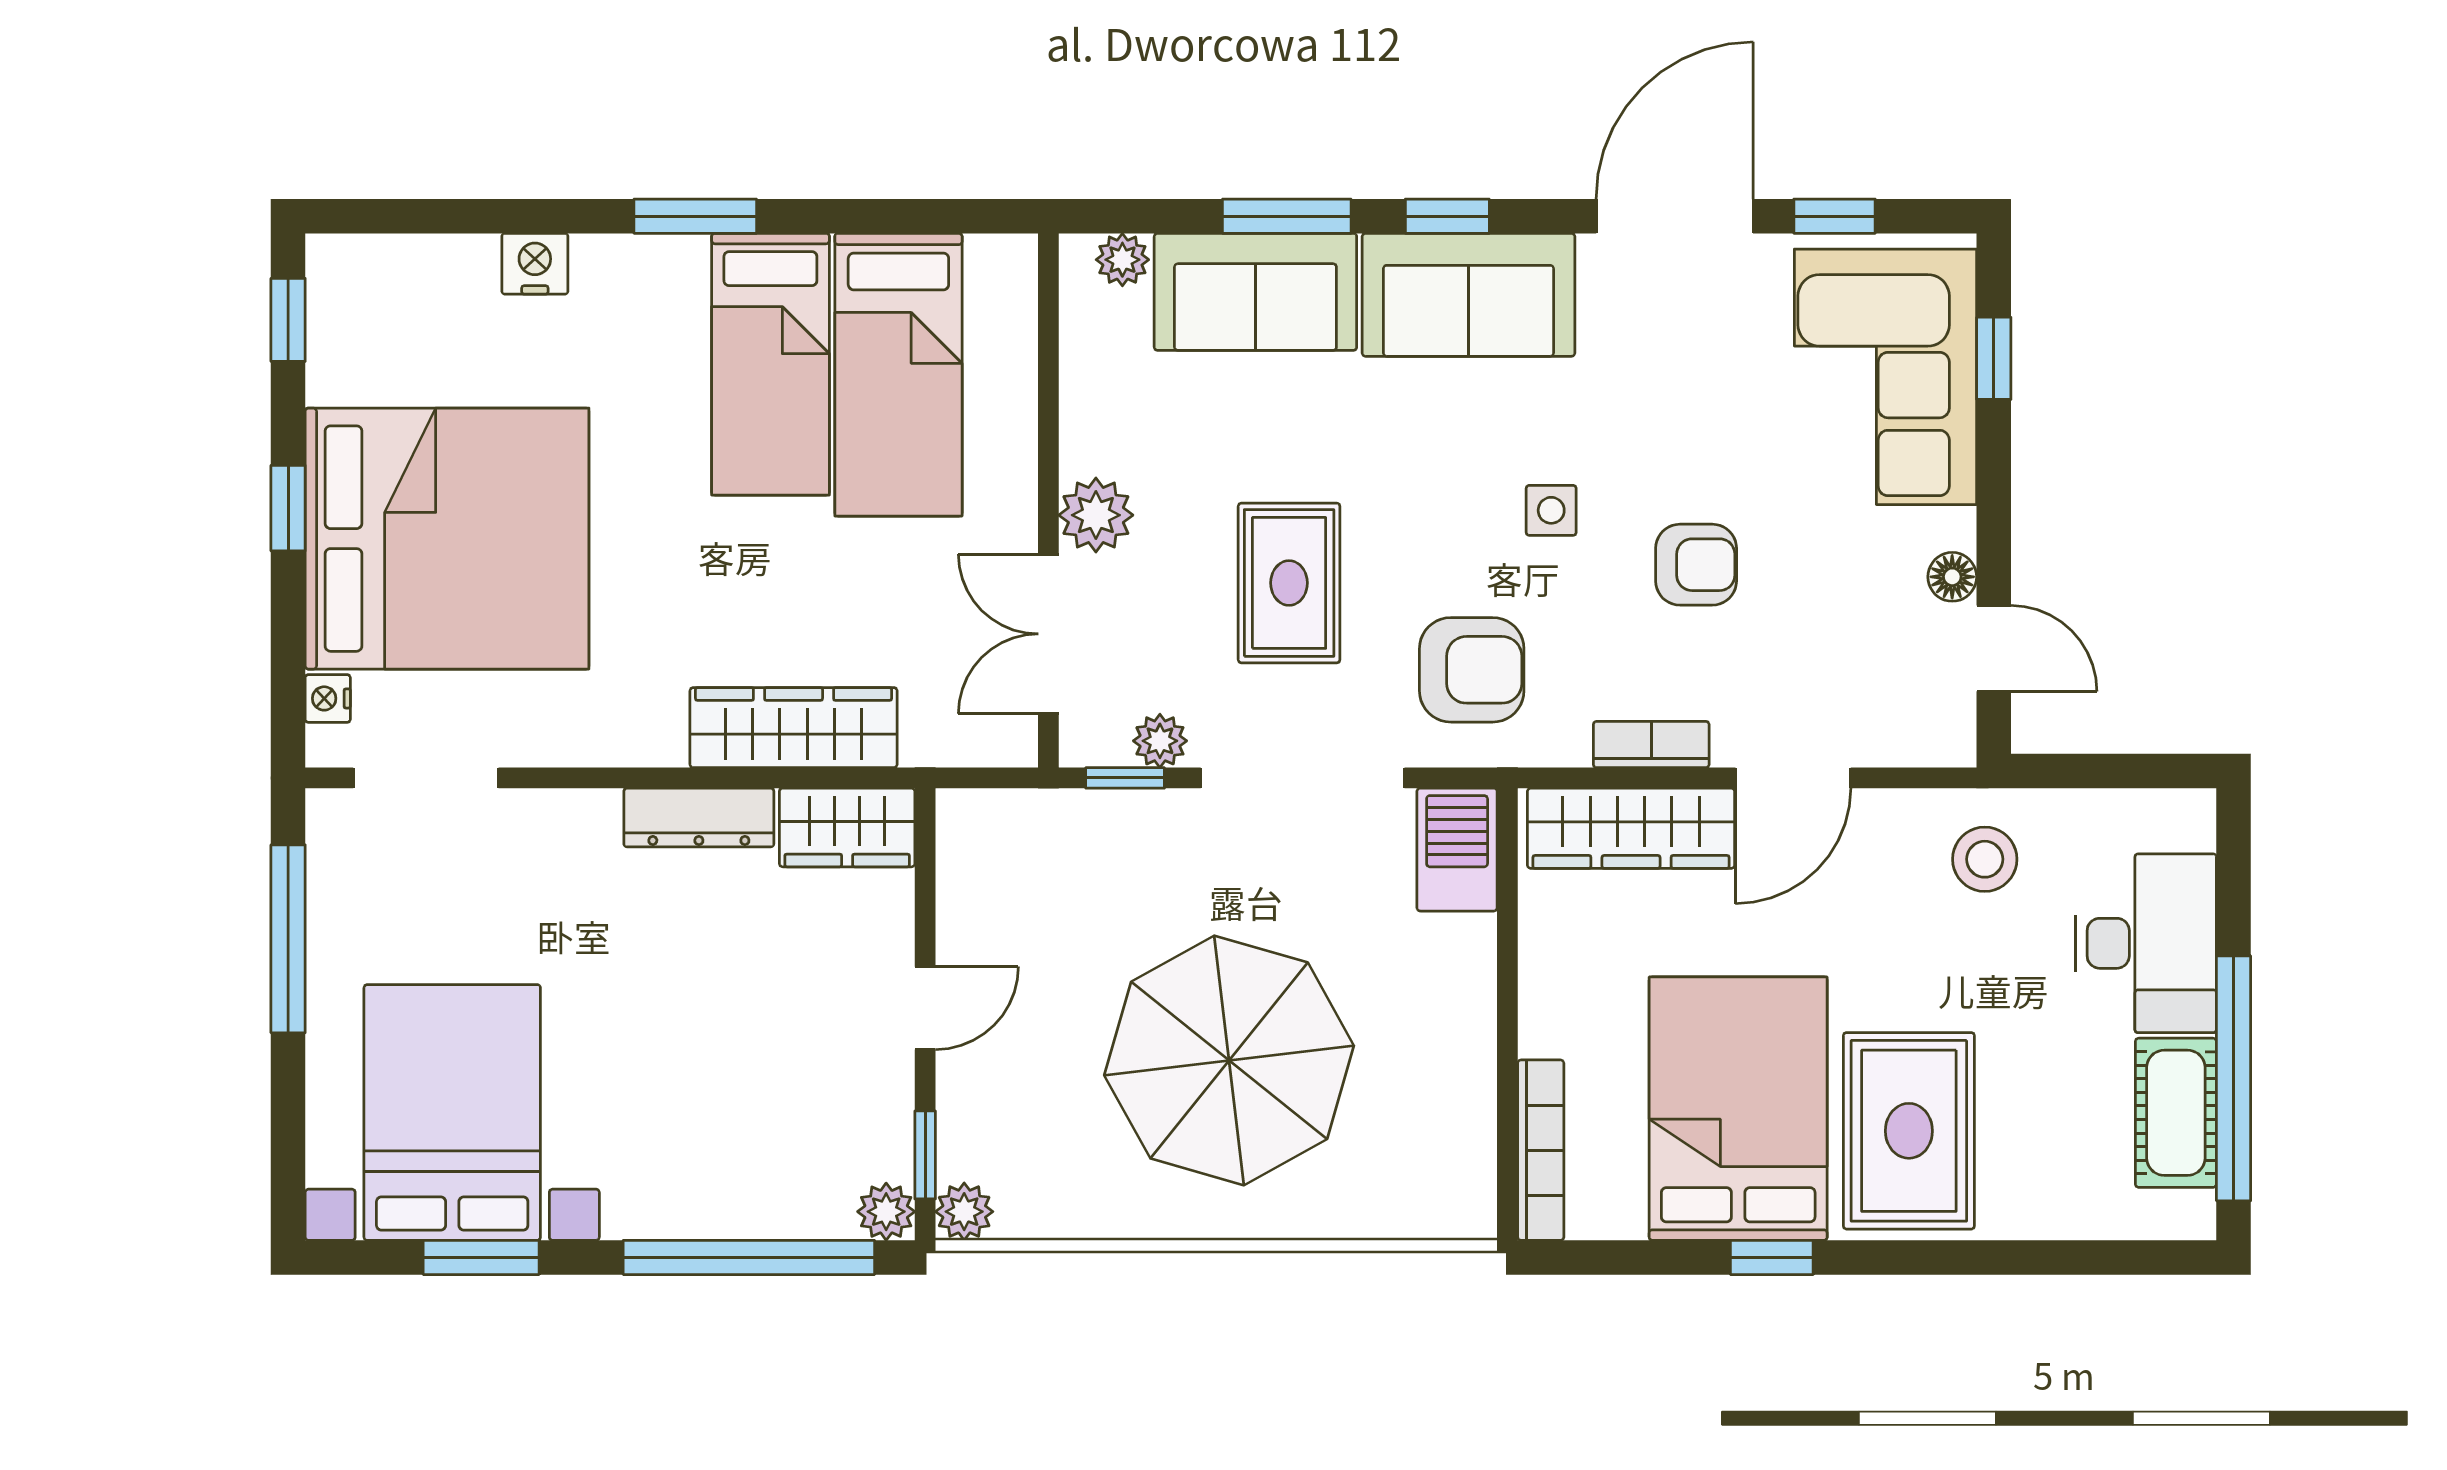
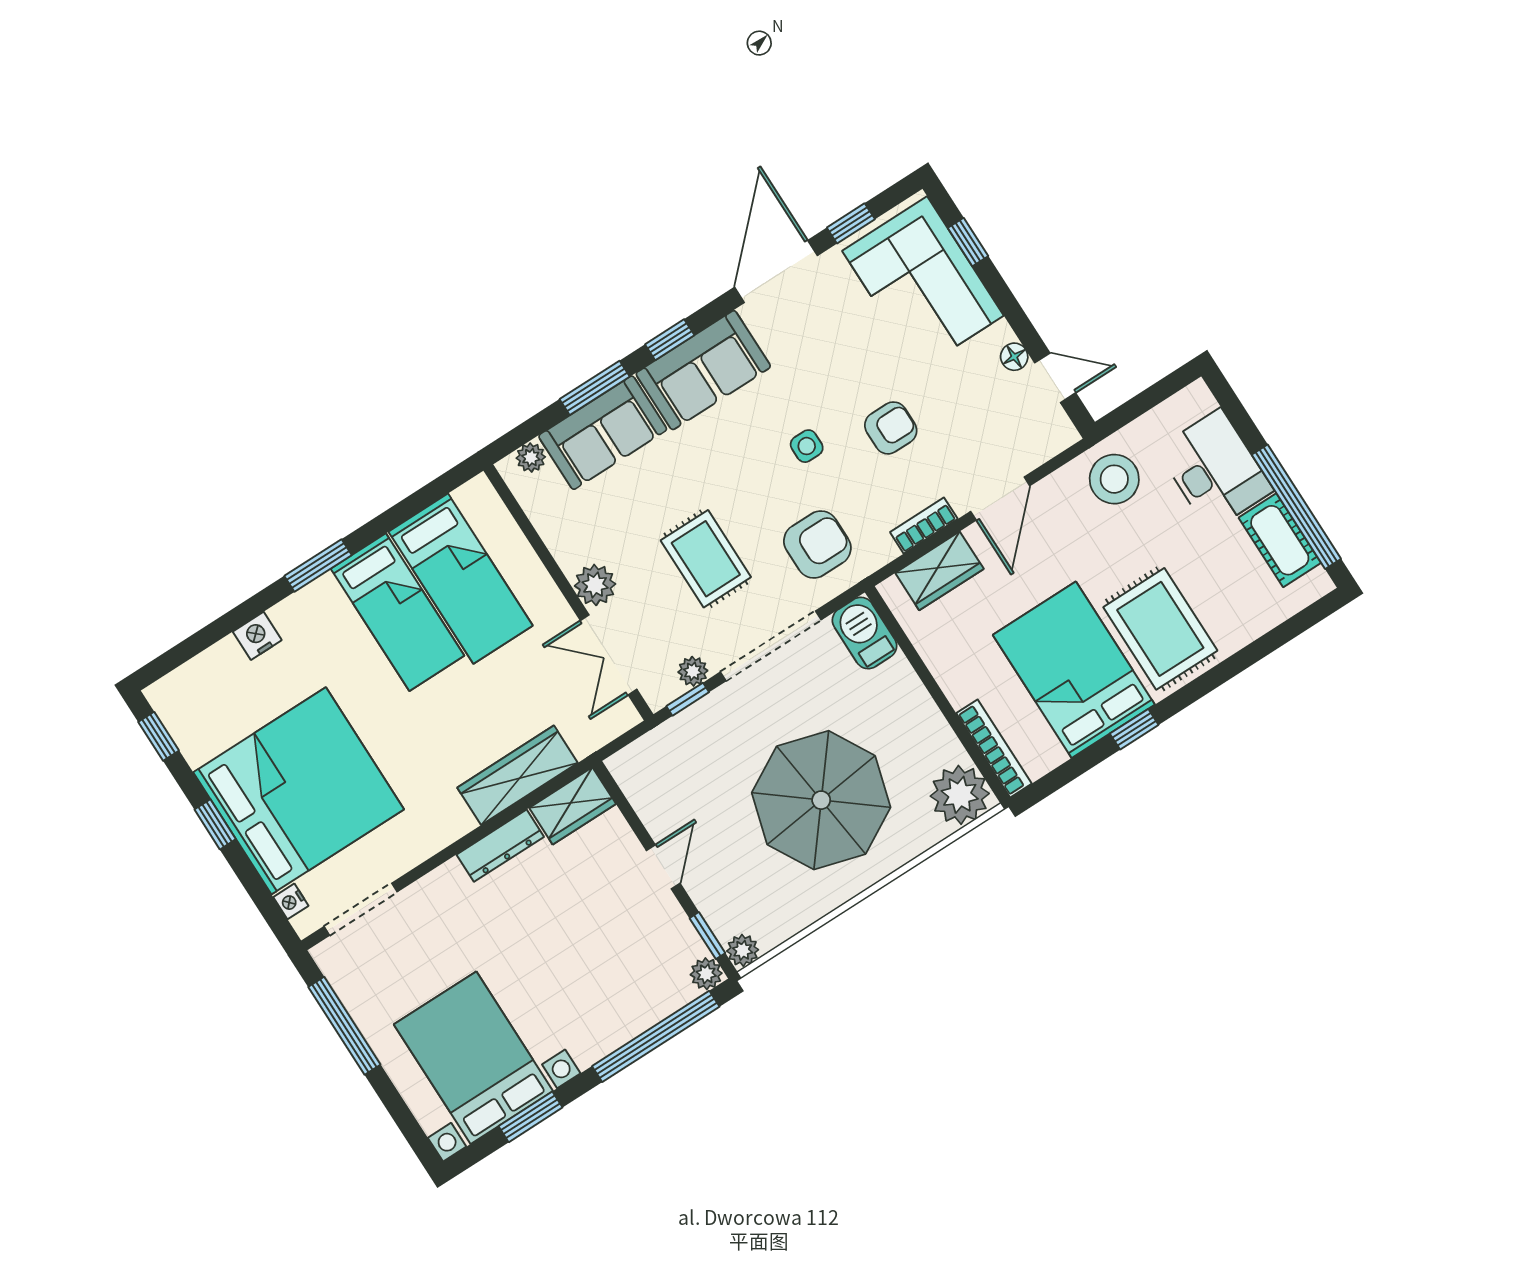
wardrobe: (1631, 828) -> (939, 571), width x0.67
stool: (1985, 859) -> (1114, 479), width x1.38, depth x1.38
plant: (1444, 1187) -> (960, 795), added

